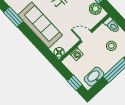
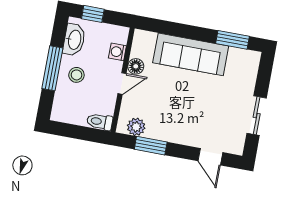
stool: (111, 46) -> (76, 75), moved
floor lamp: (59, 52) -> (136, 66), moved

